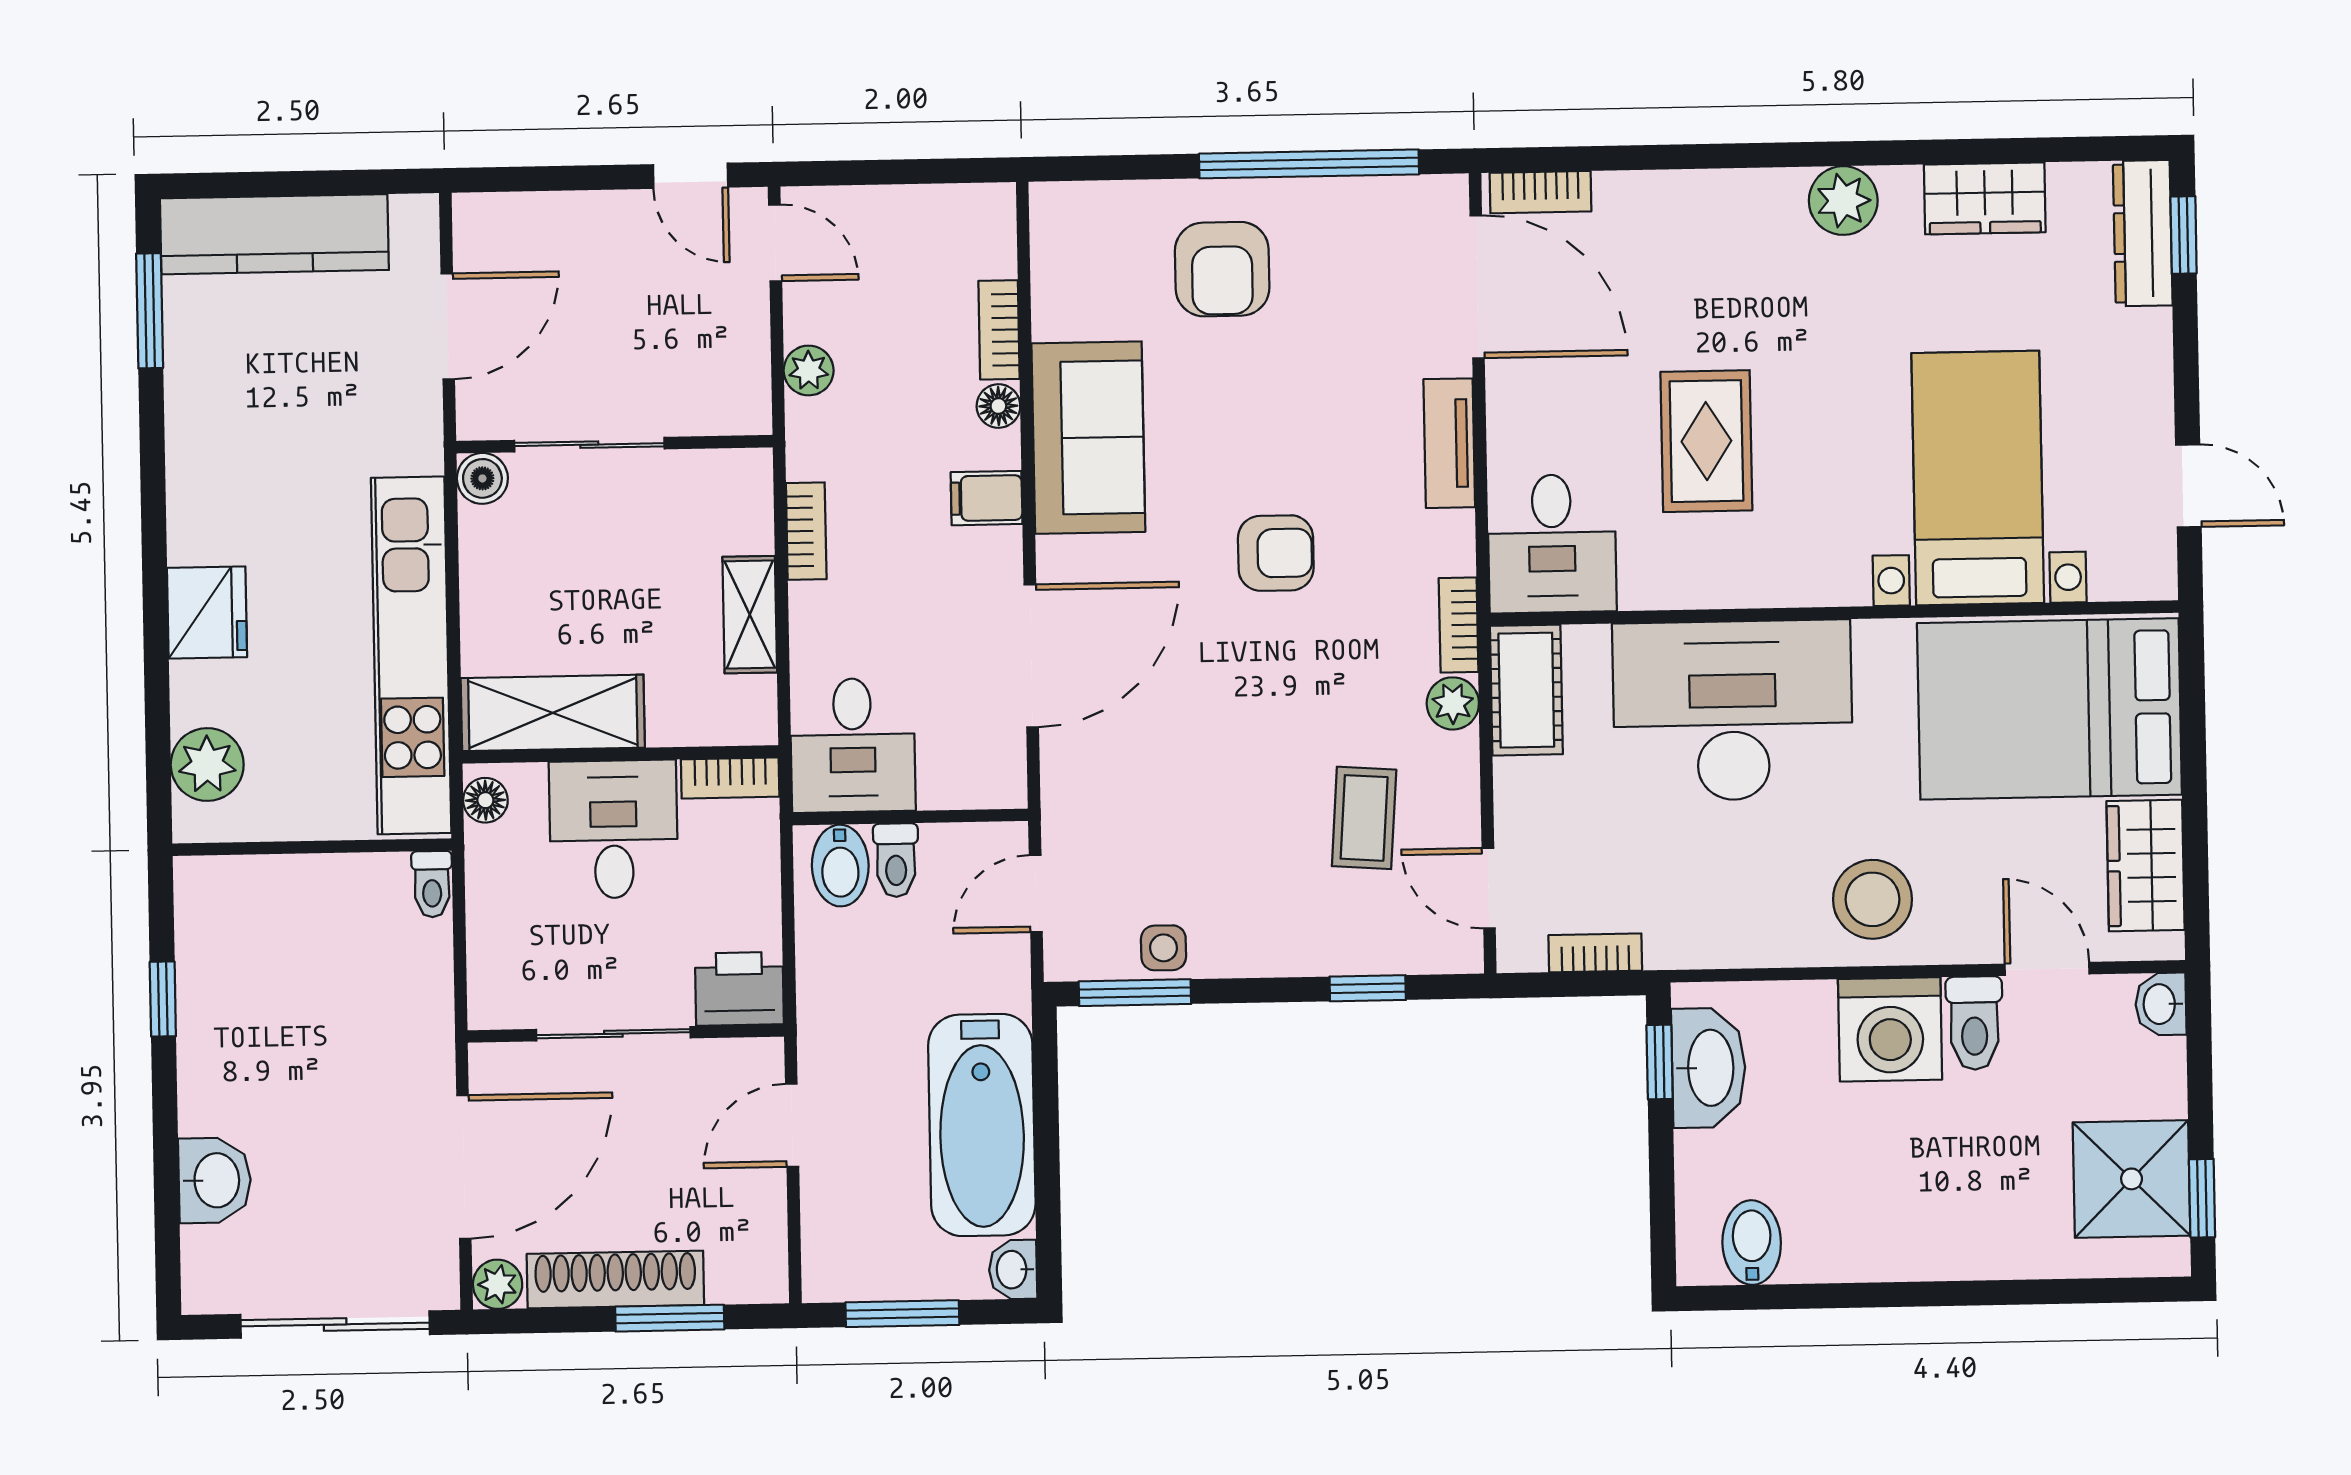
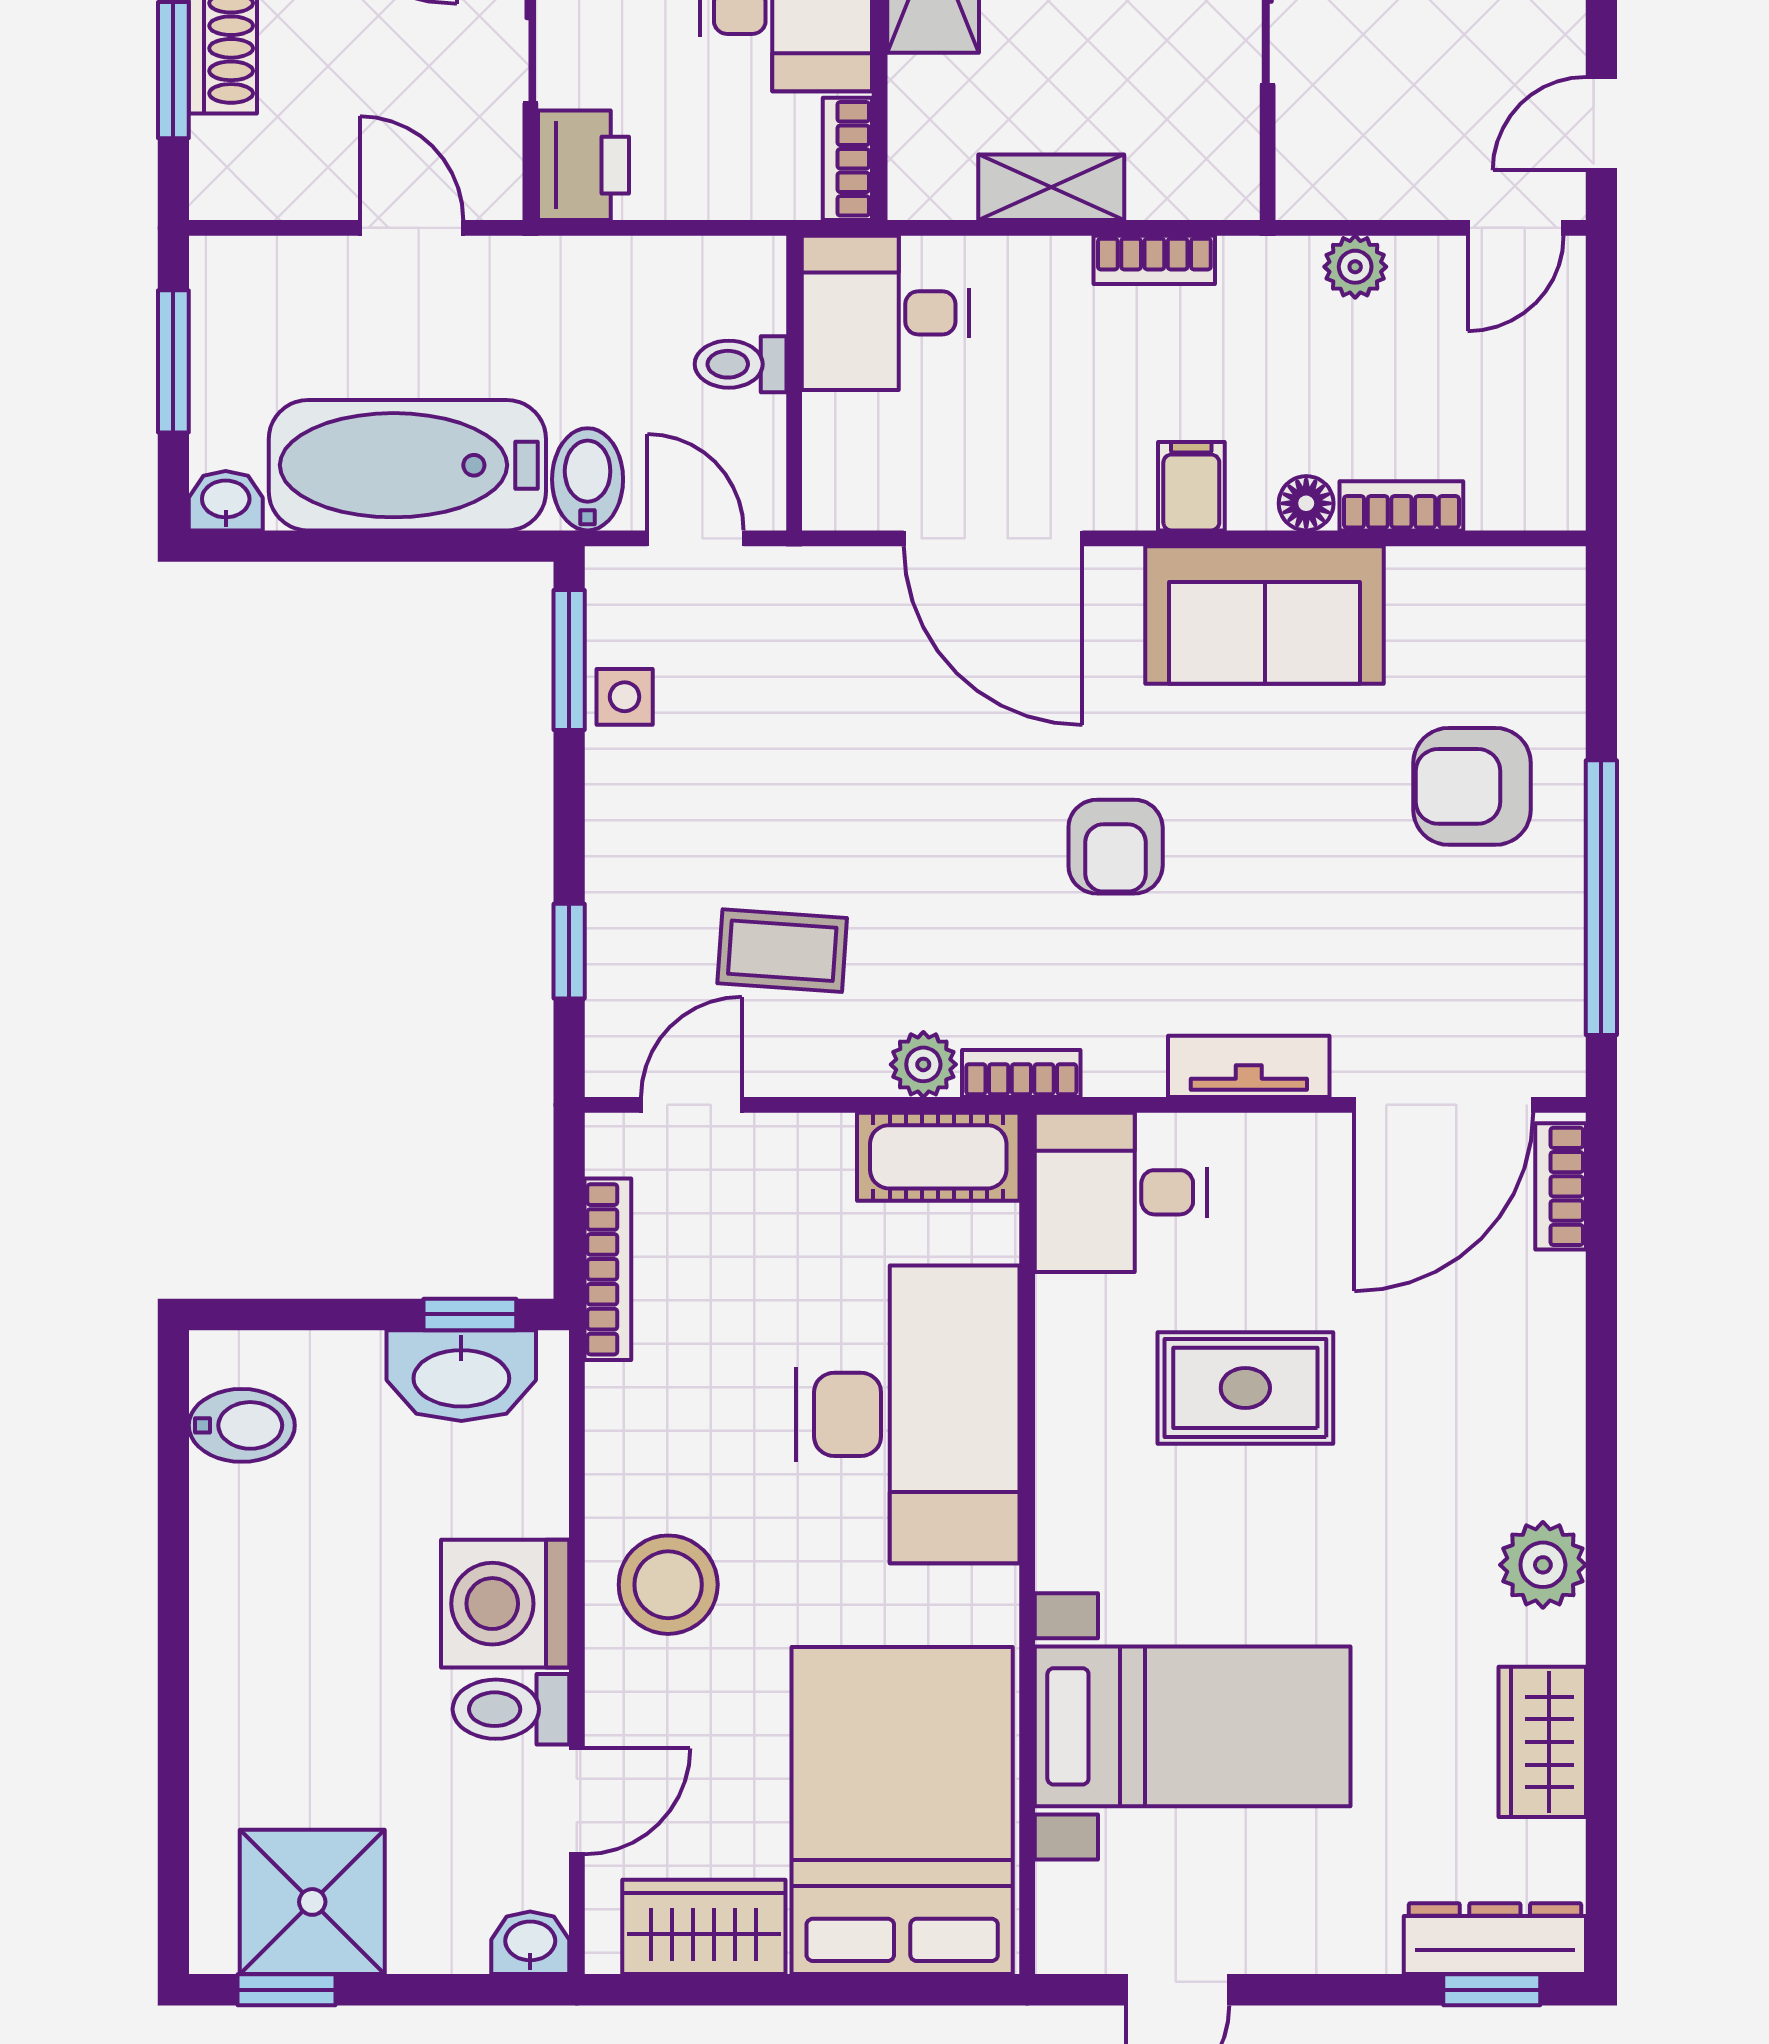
bidet: (840, 866) -> (588, 479), moved, turned 90
bookcase: (1595, 953) -> (608, 1269), width x1.56

